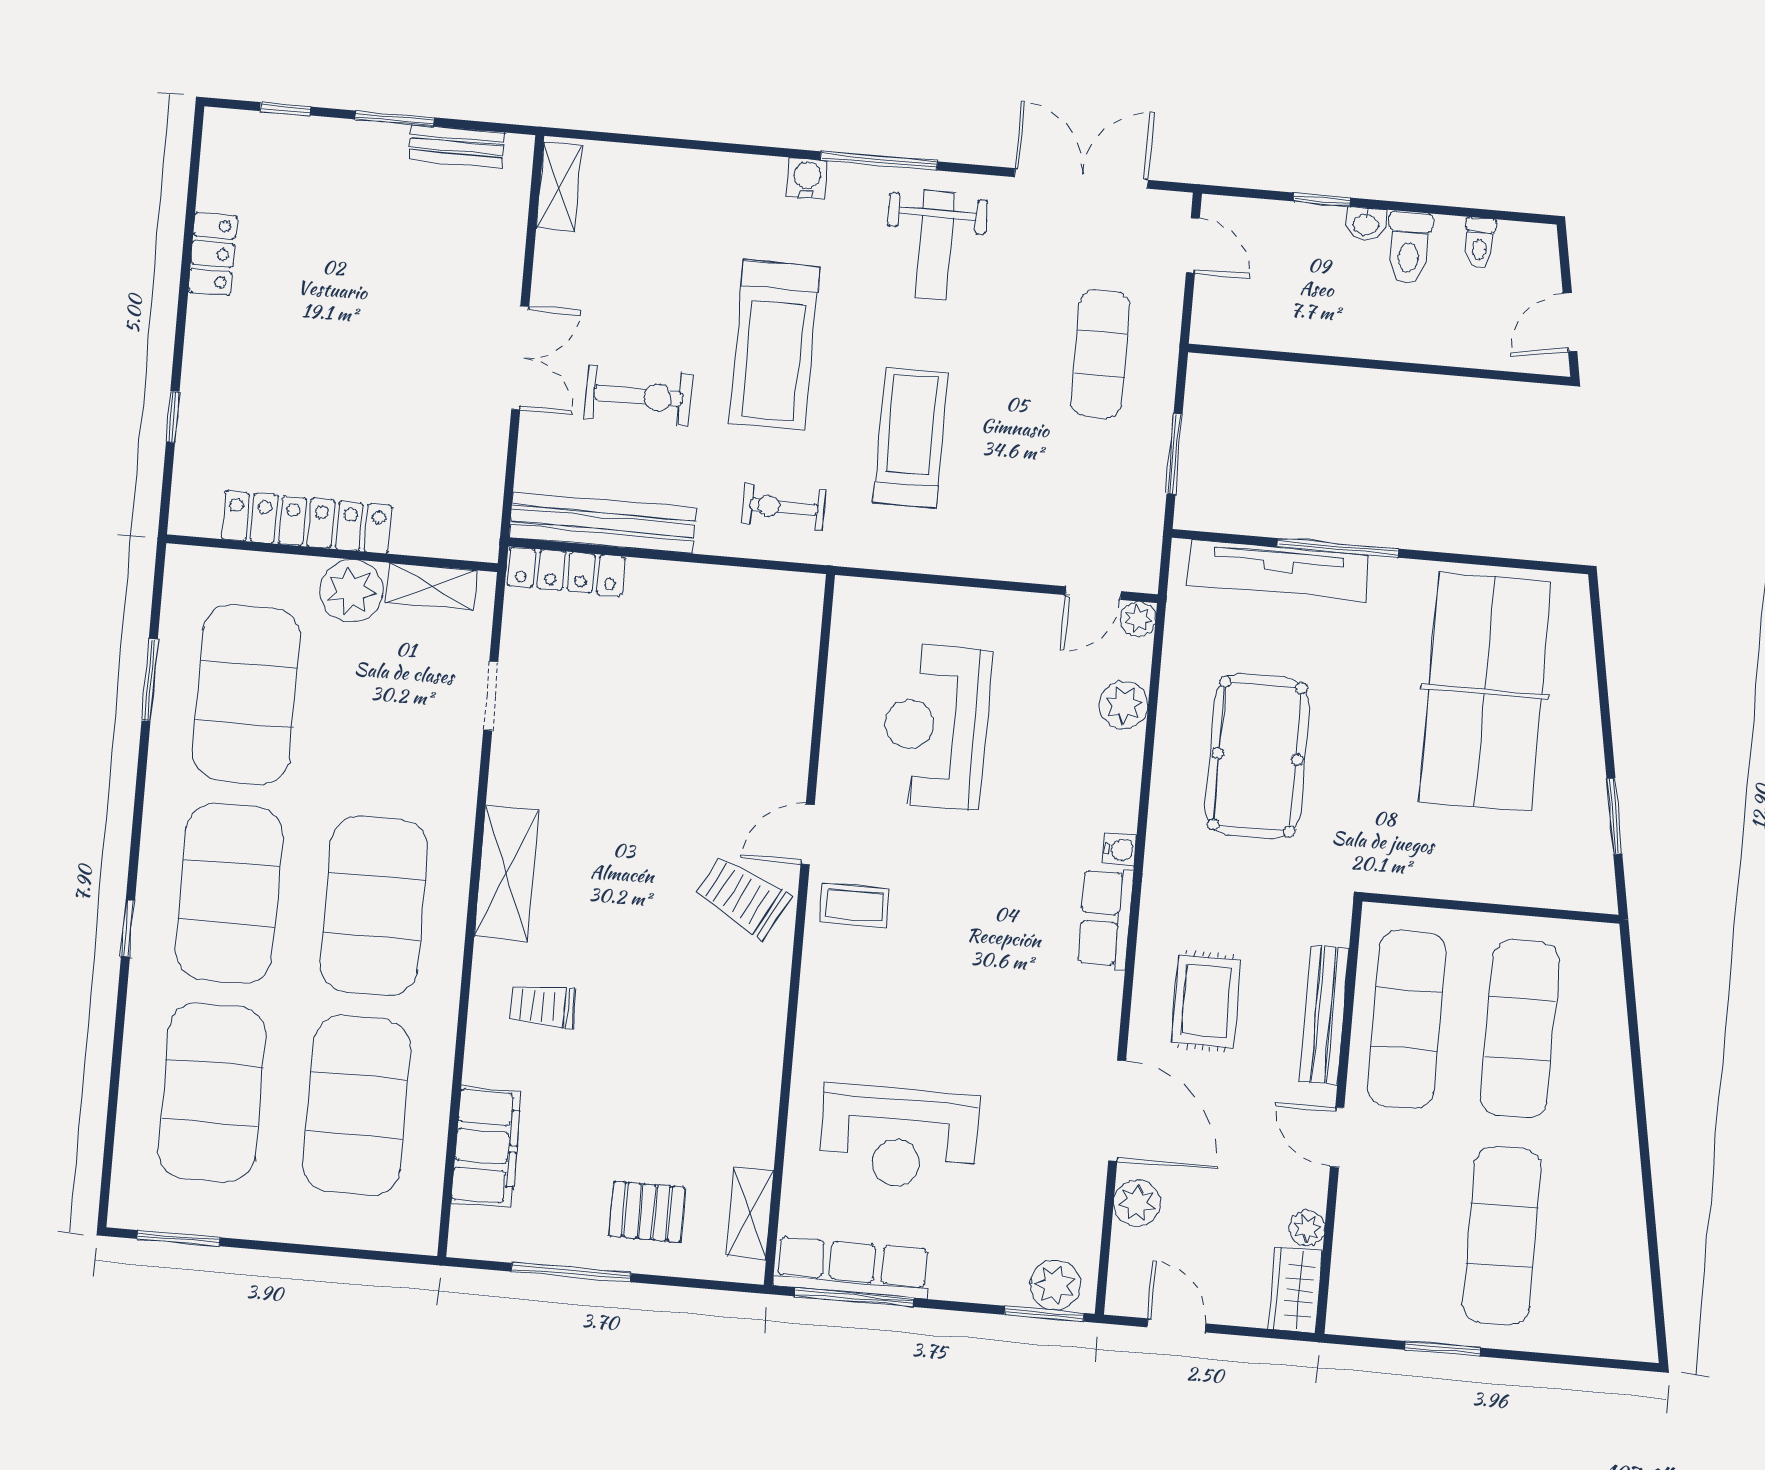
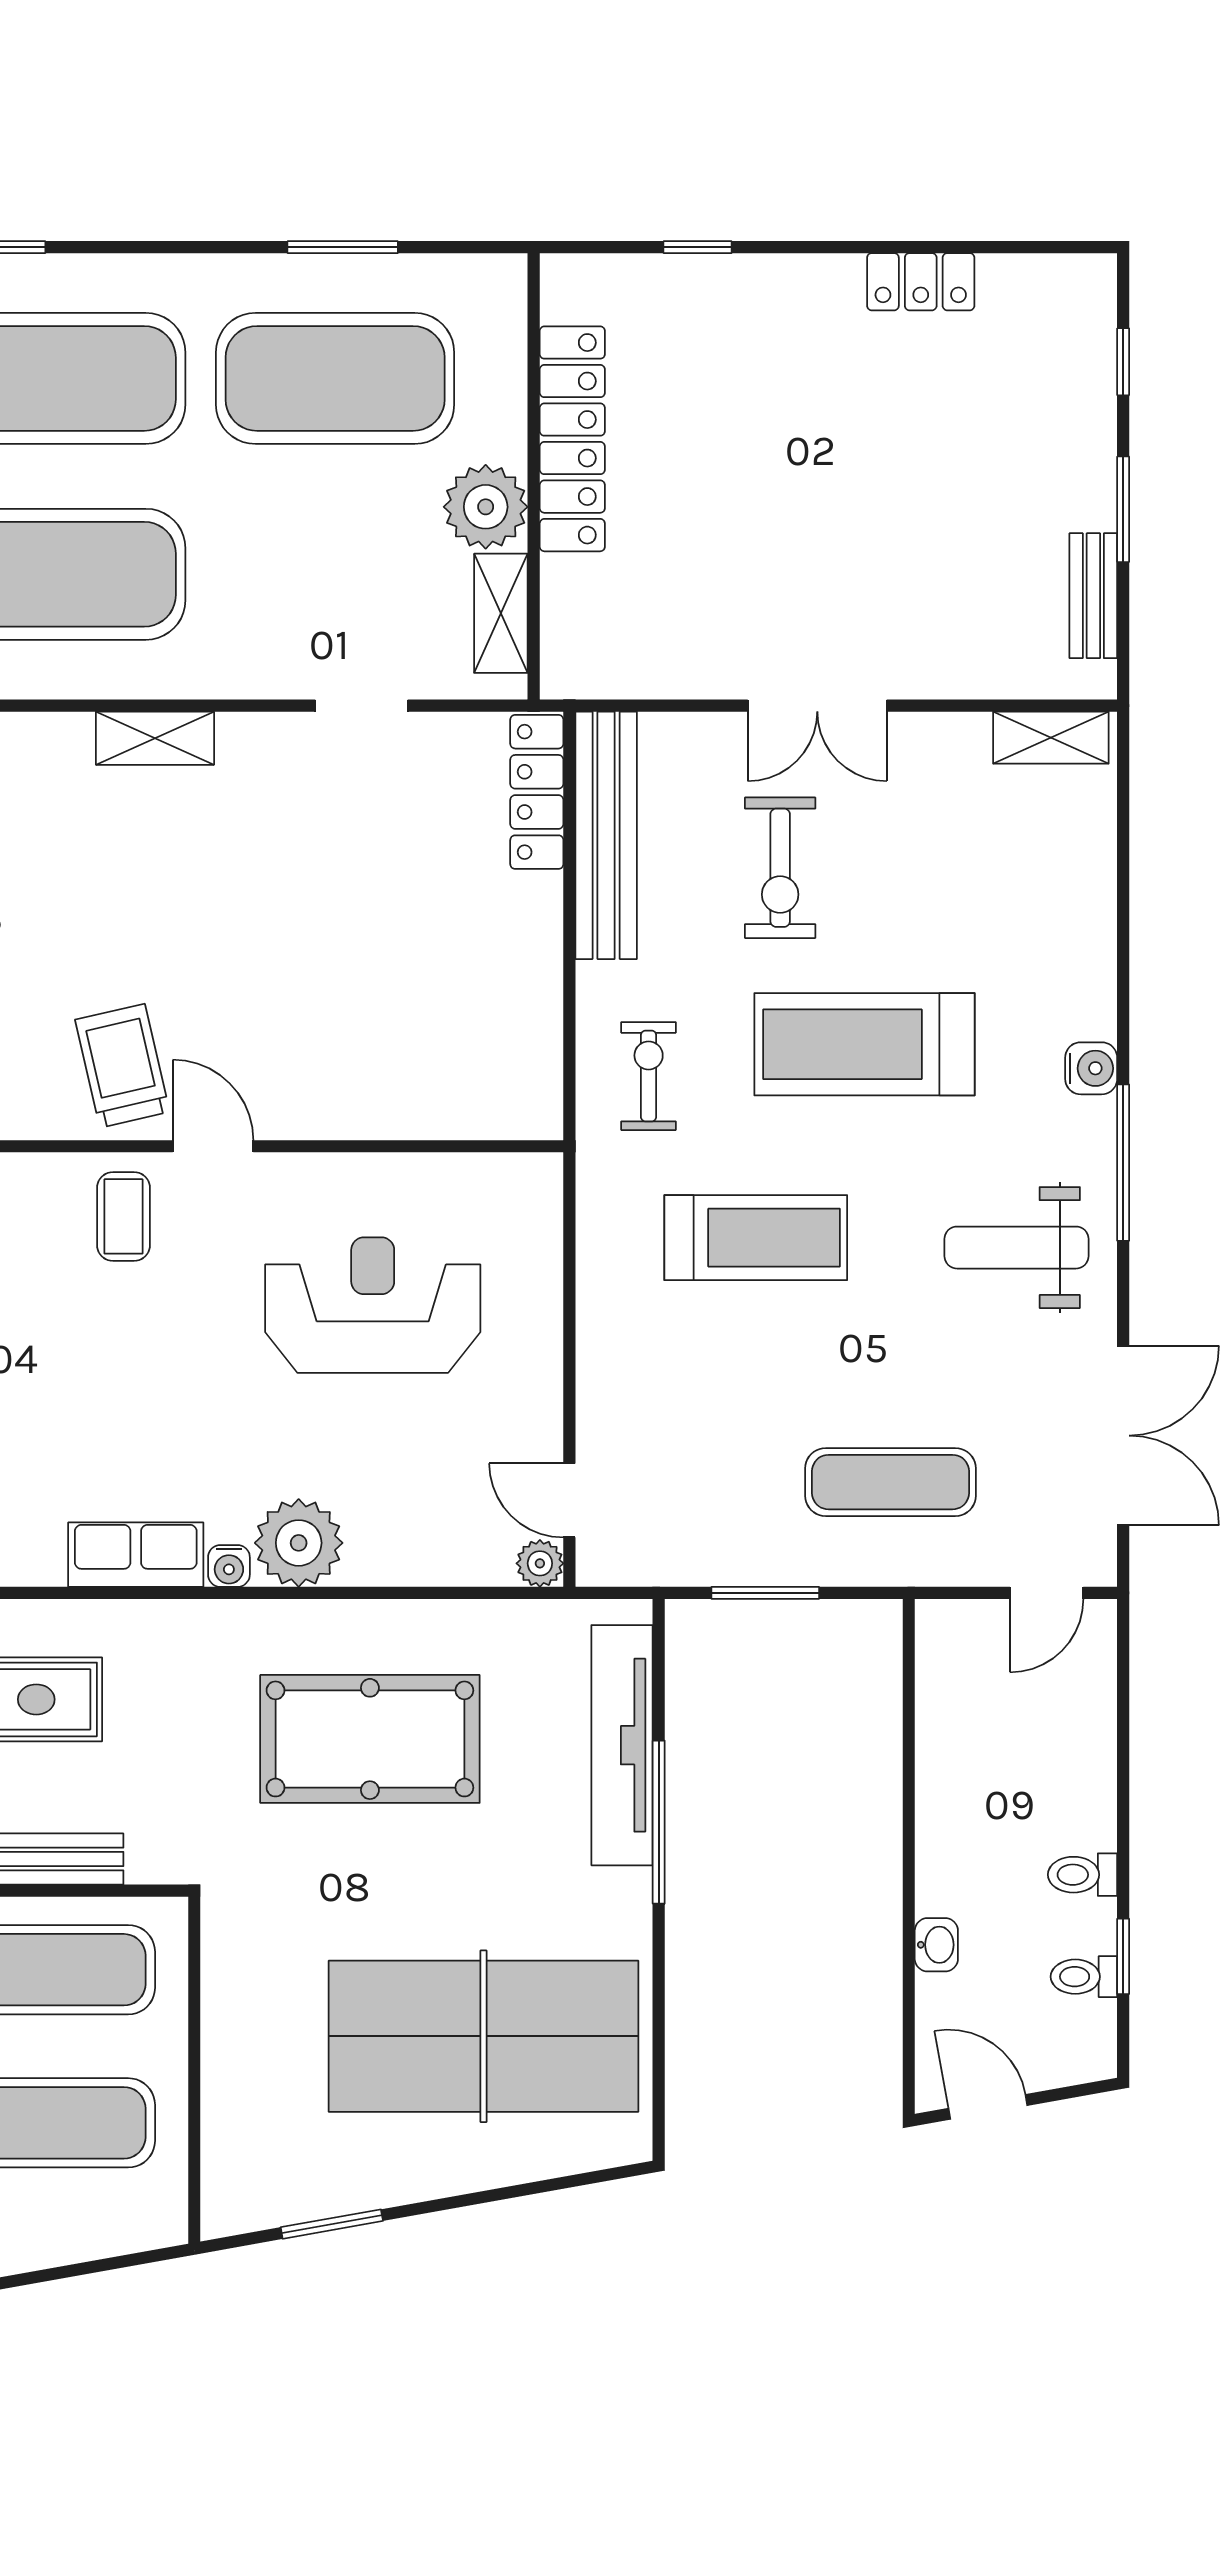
window: (1322, 200) -> (1123, 1956), moved
washbasin: (1366, 224) -> (936, 1945), moved, turned 180
toilet: (1409, 248) -> (1082, 1875), width x0.73, depth x0.72
plant: (1124, 705) -> (299, 1543), moved, width x1.36, depth x1.36
shelving: (506, 873) -> (155, 738), width x0.67, depth x0.75
trolley: (742, 896) -> (122, 1066), turned -41

